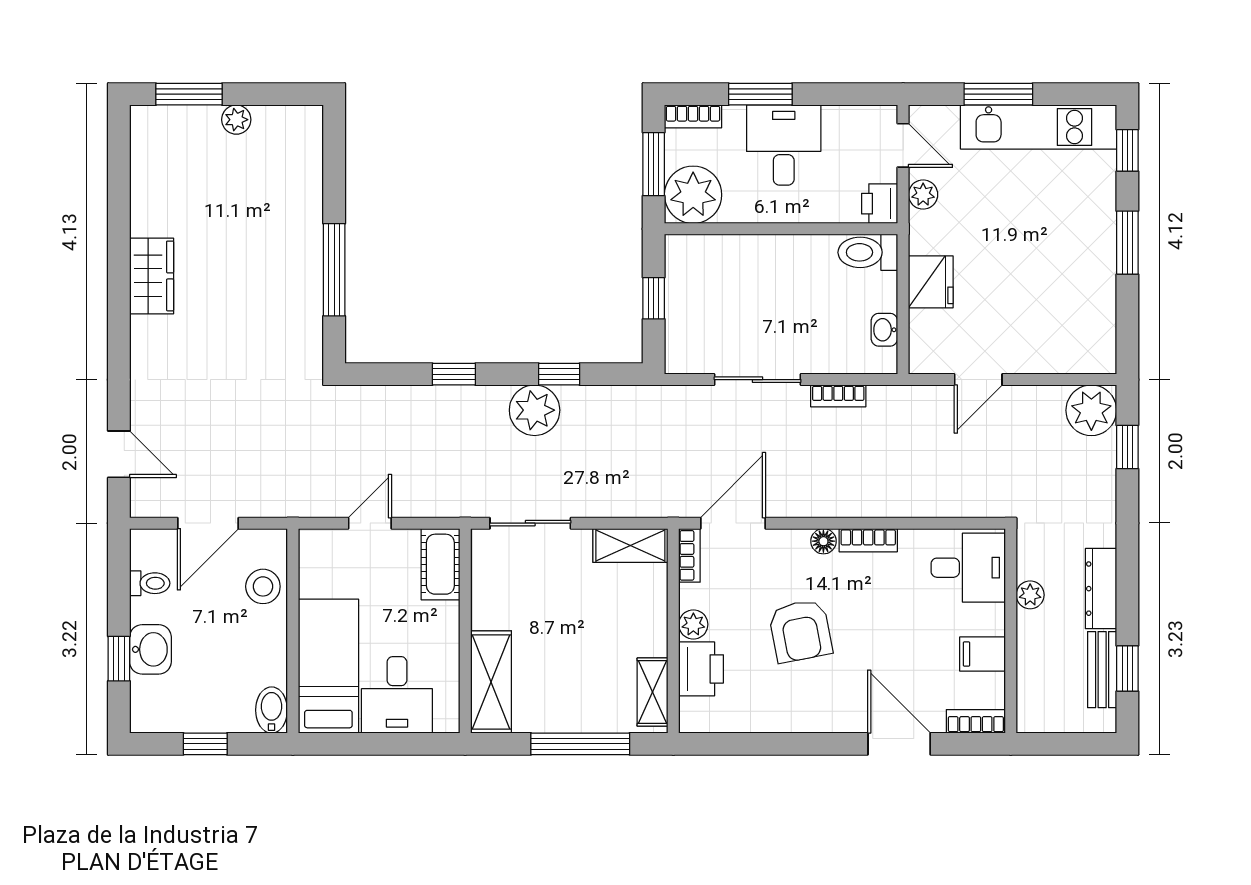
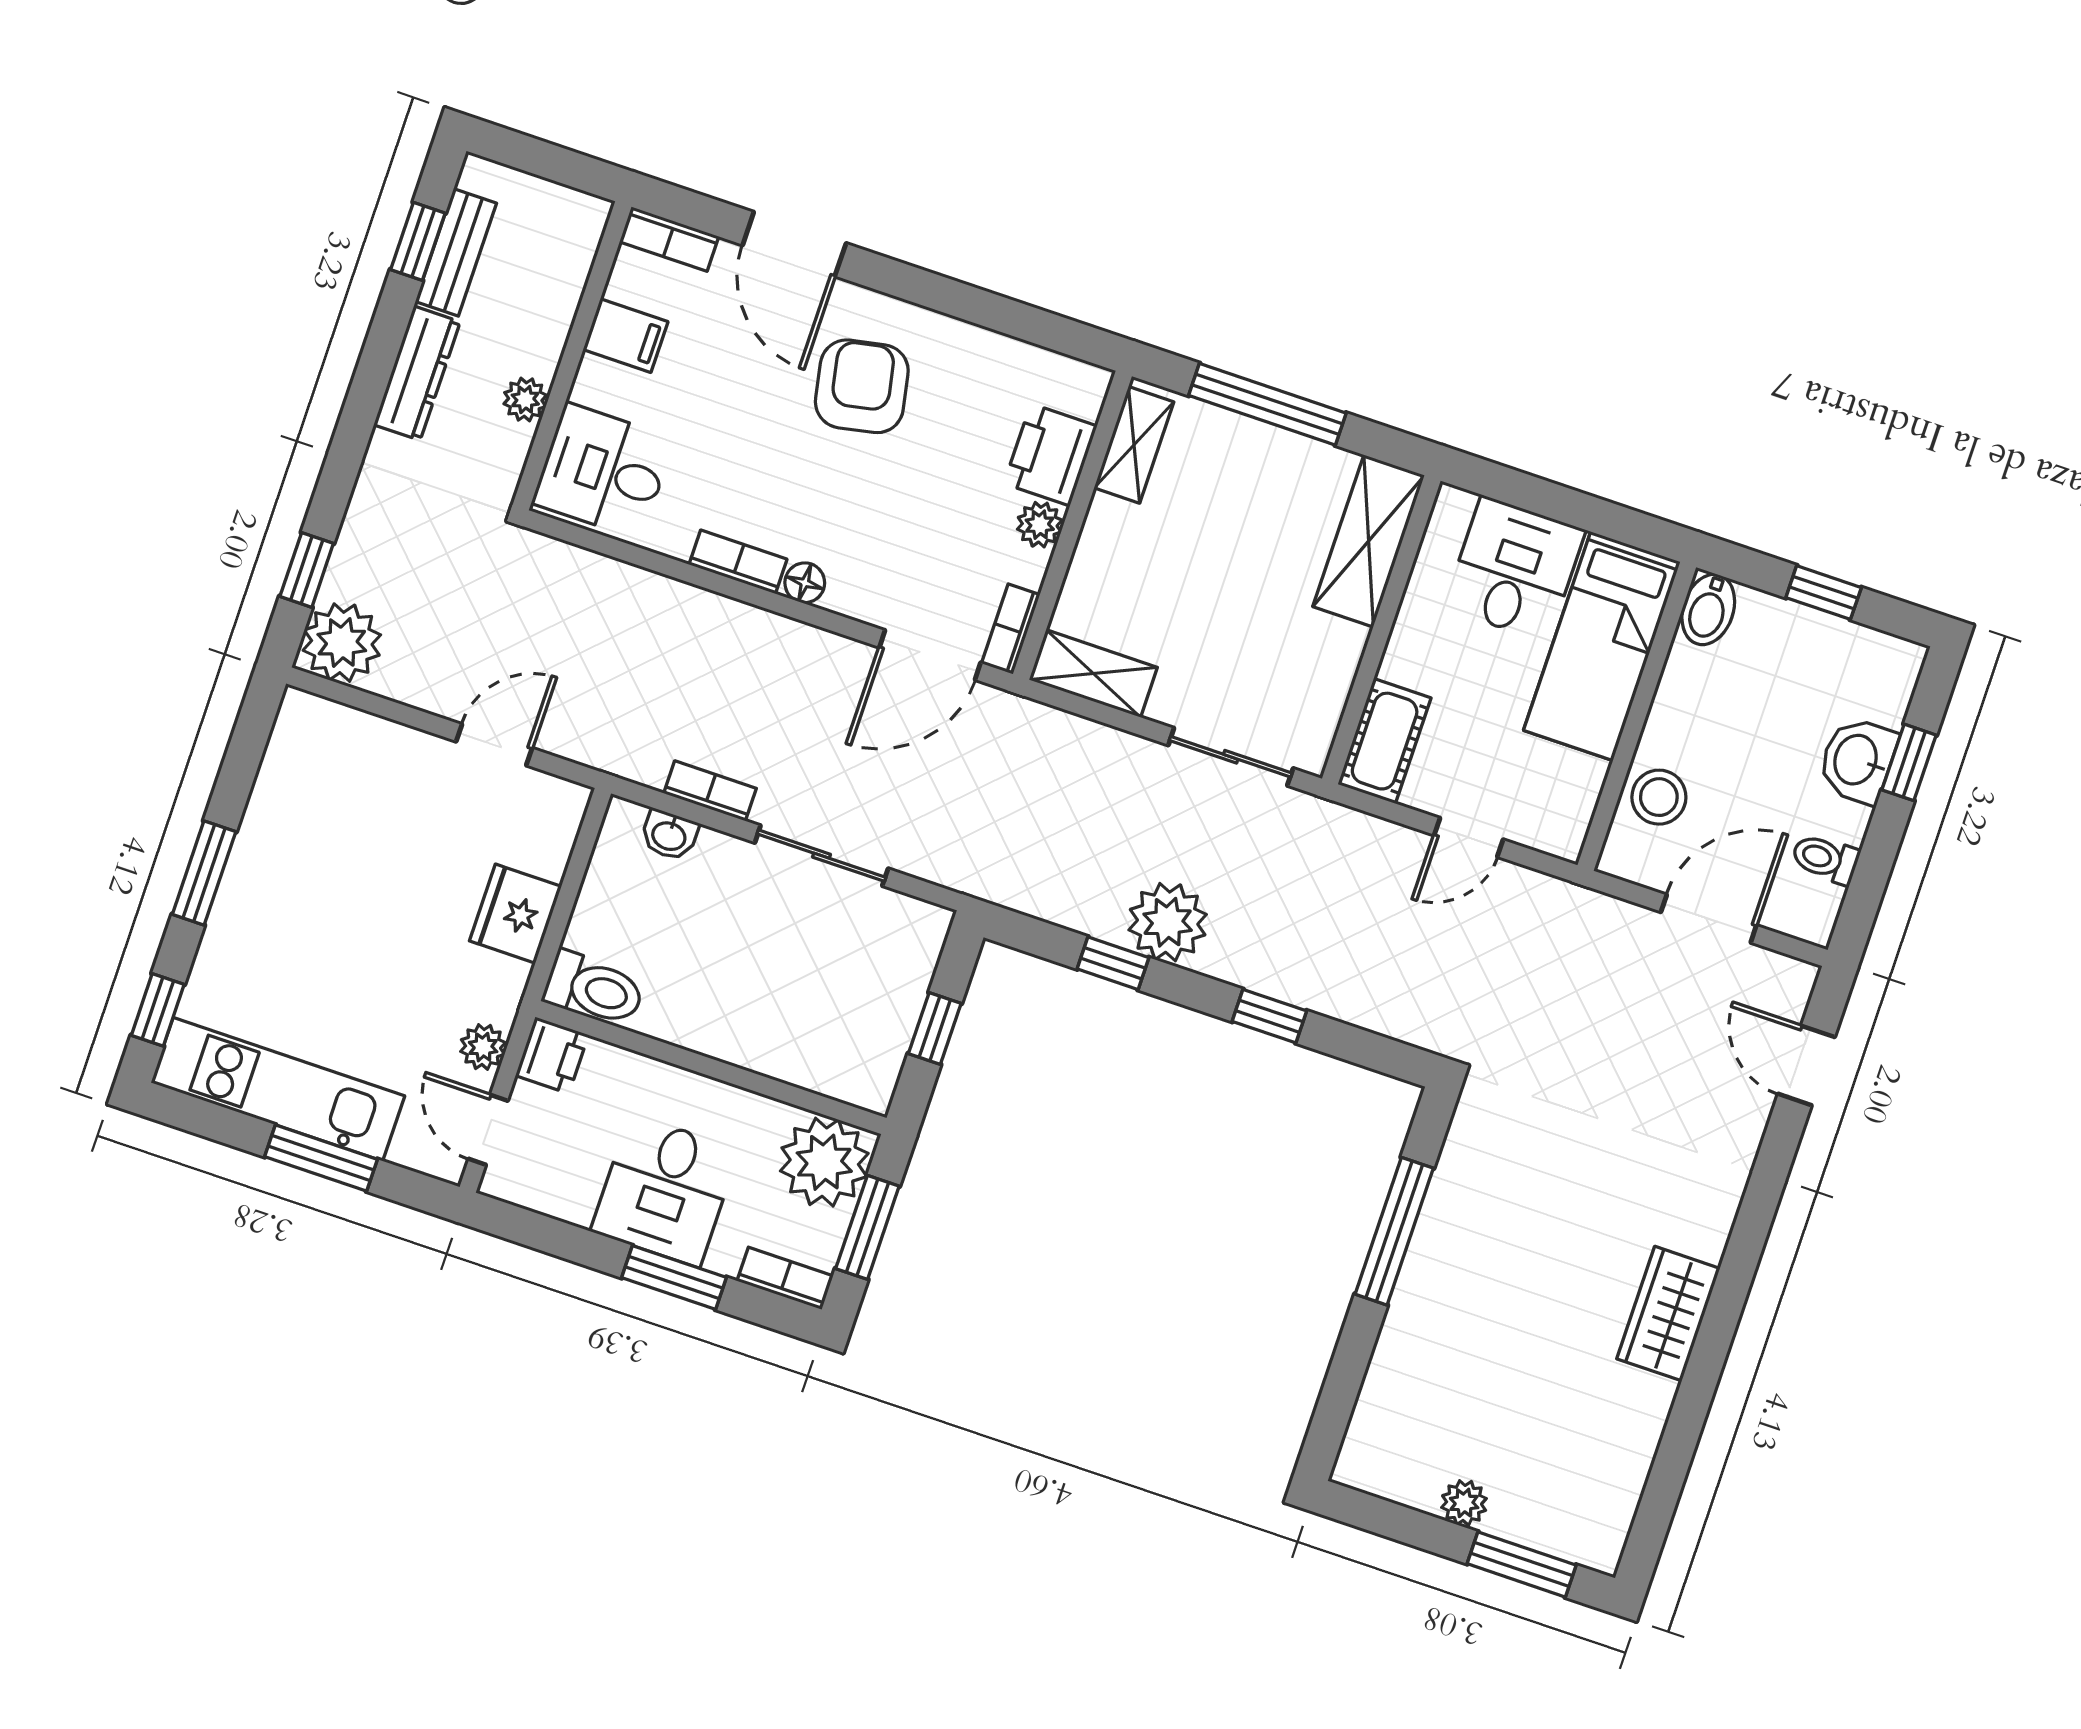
washbasin: (884, 330) -> (669, 835), moved, turned 90
armchair: (800, 631) -> (862, 386), moved

